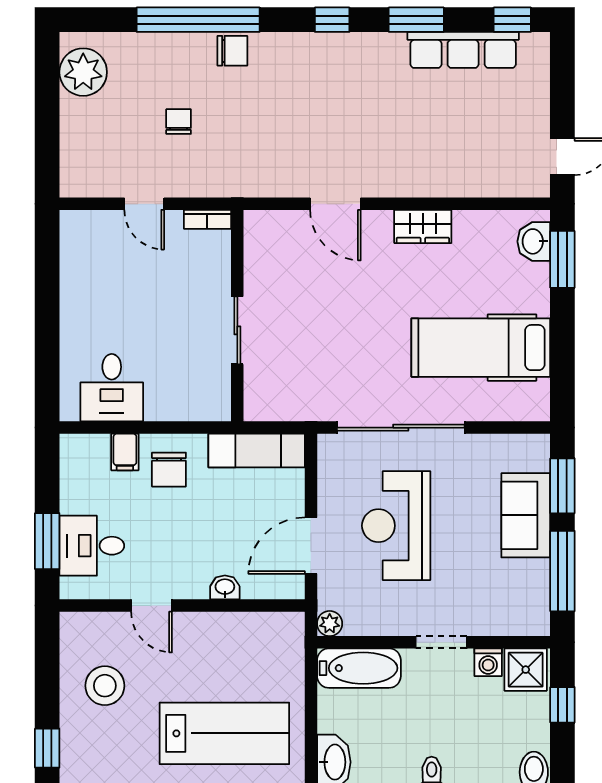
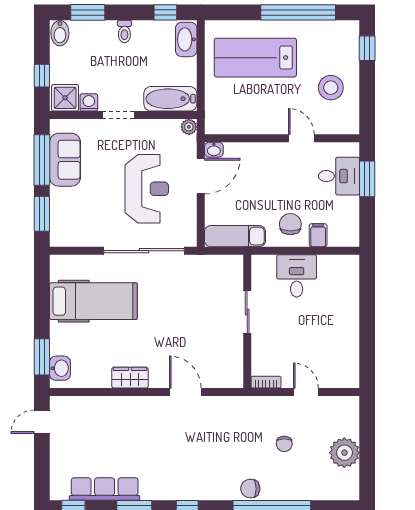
plant: (83, 72) -> (344, 453), moved
desk: (112, 388) -> (297, 276), moved
sofa: (526, 515) -> (65, 160), moved
washbasin: (225, 587) -> (214, 150), moved

